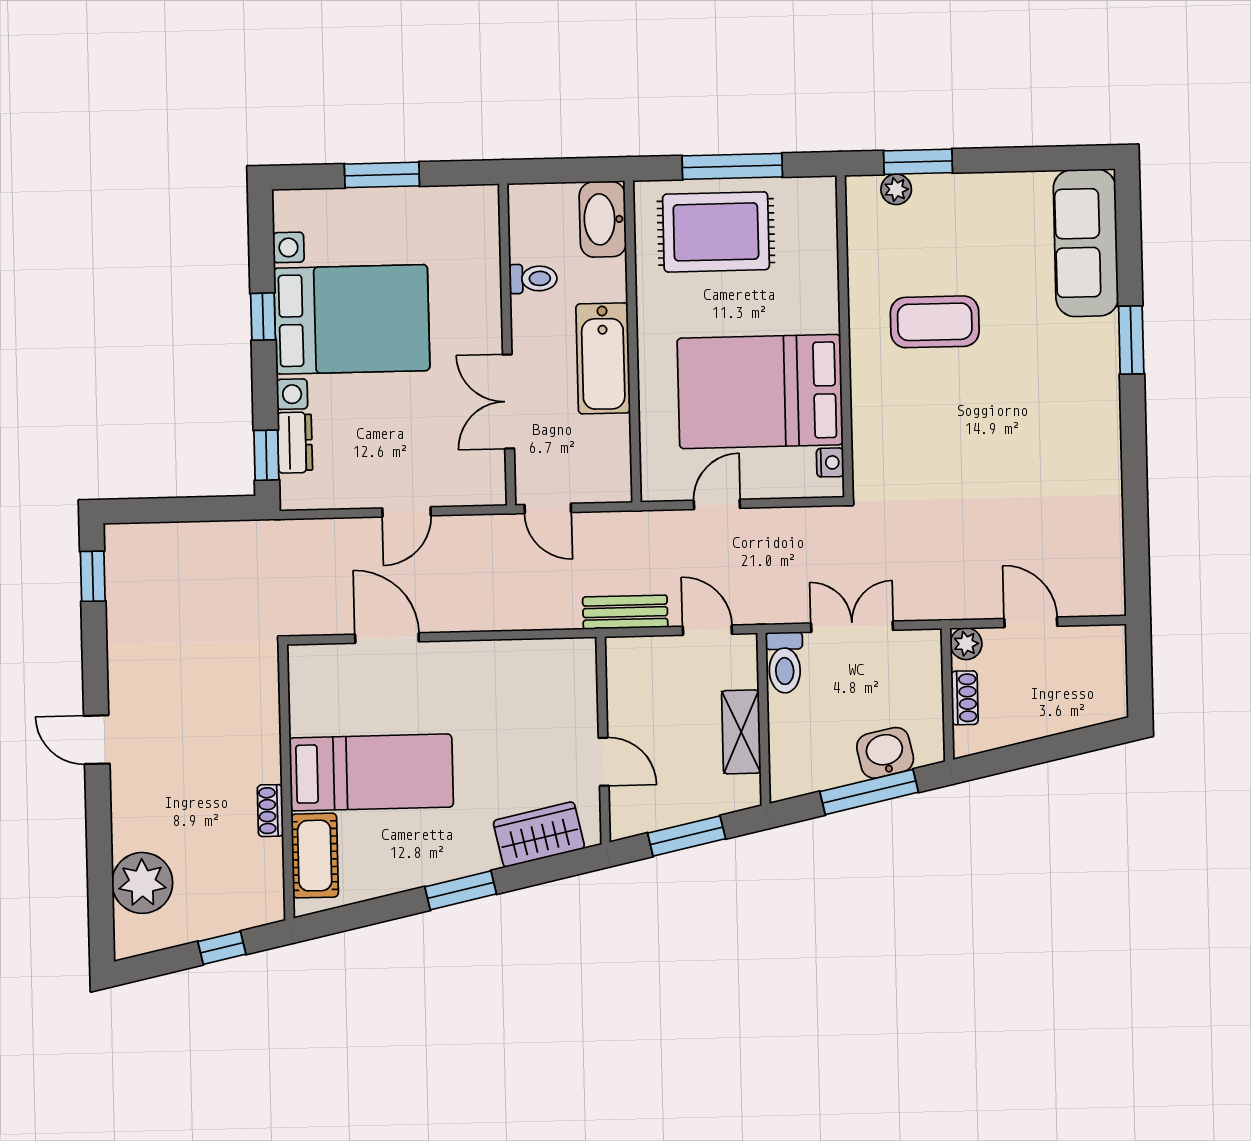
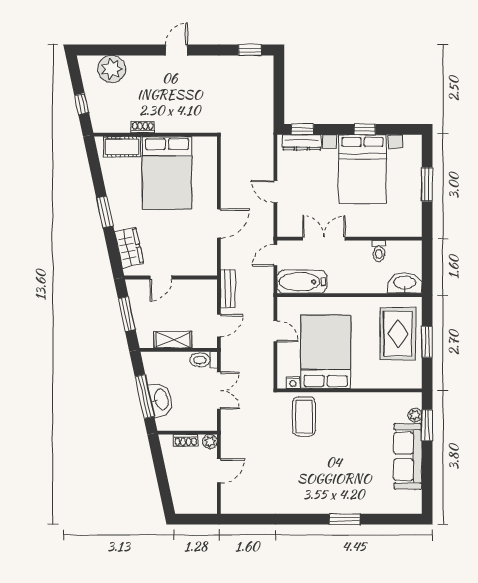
window: (732, 166) -> (427, 342), width x0.69
sofa: (1086, 243) -> (408, 456), moved, turned -90
coffee table: (935, 322) -> (304, 416), moved
bathtub: (603, 358) -> (302, 282), moved
dresser: (295, 443) -> (302, 142), width x1.44
door: (387, 638) -> (219, 223), moved
washbasin: (885, 753) -> (161, 400), width x1.38
bed: (371, 772) -> (167, 173), width x1.50

